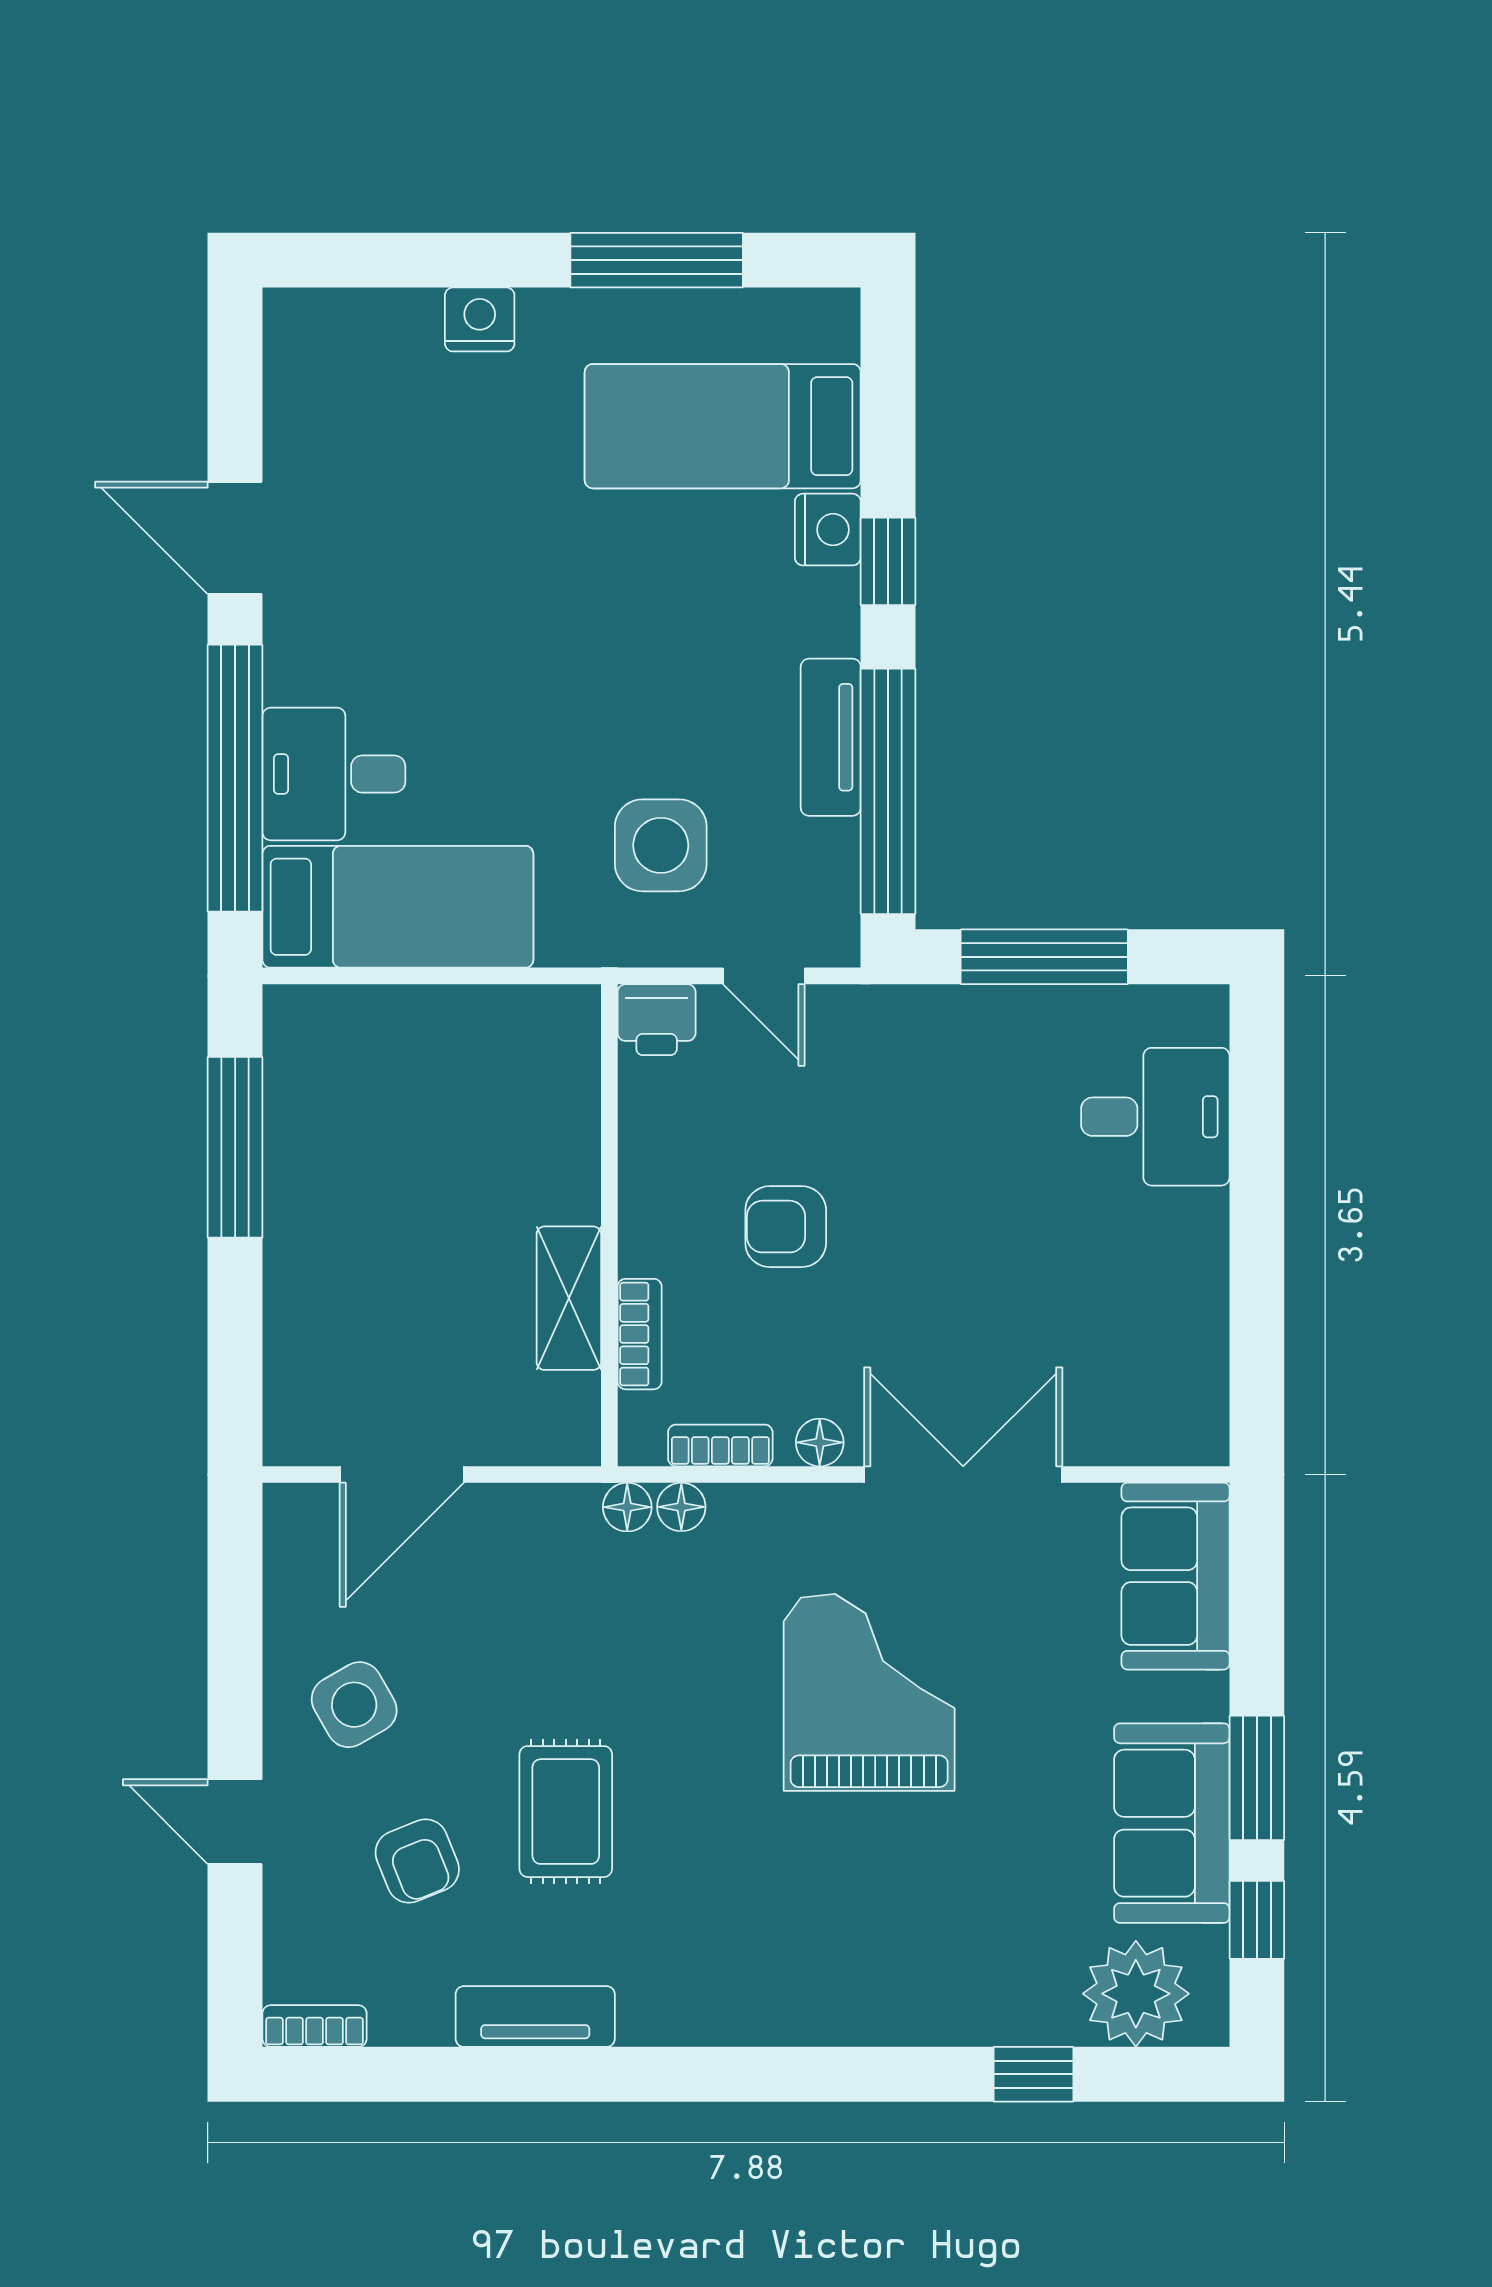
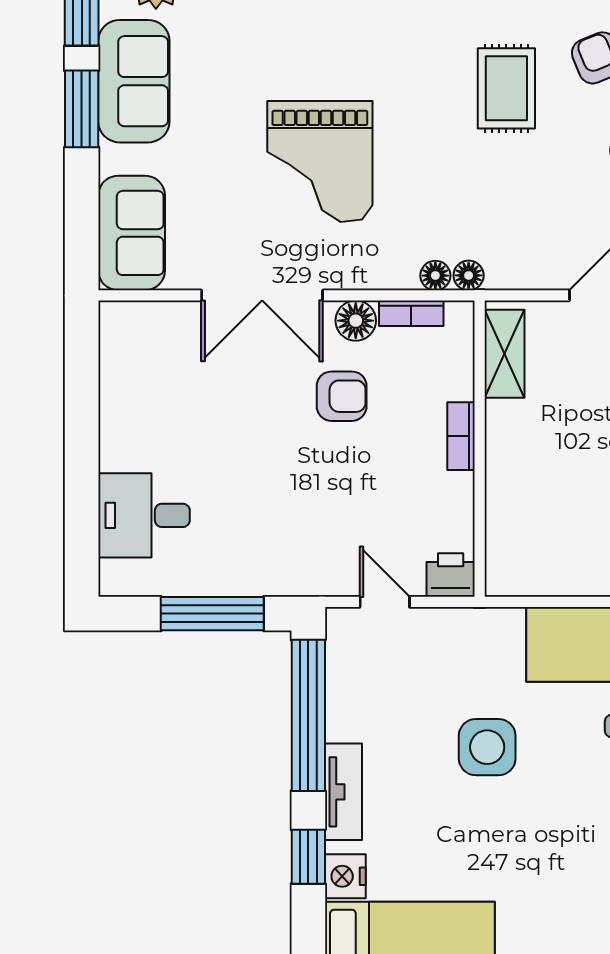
tv unit: (831, 737) -> (344, 792), moved
side table: (661, 845) -> (487, 747), moved
armchair: (786, 1227) -> (342, 396), moved
shelving: (569, 1298) -> (504, 354), moved
bookcase: (640, 1334) -> (461, 436), moved
floor lamp: (820, 1442) -> (356, 321), width x1.37, depth x1.37

